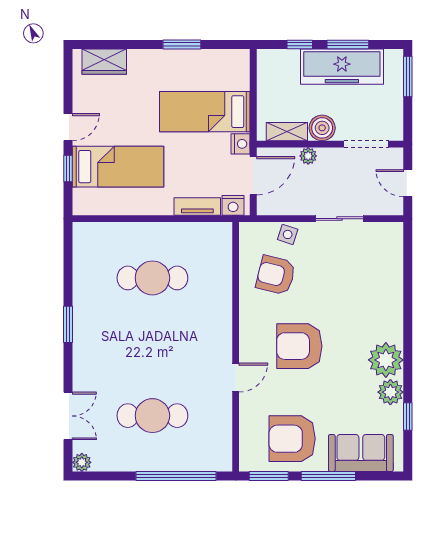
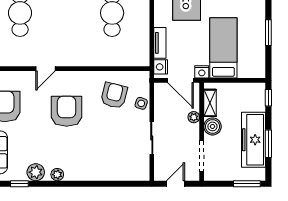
window: (300, 44) -> (268, 98), moved
plant: (386, 360) -> (57, 175), width x0.53, depth x0.53
door: (236, 378) -> (45, 69), hinge flipped

